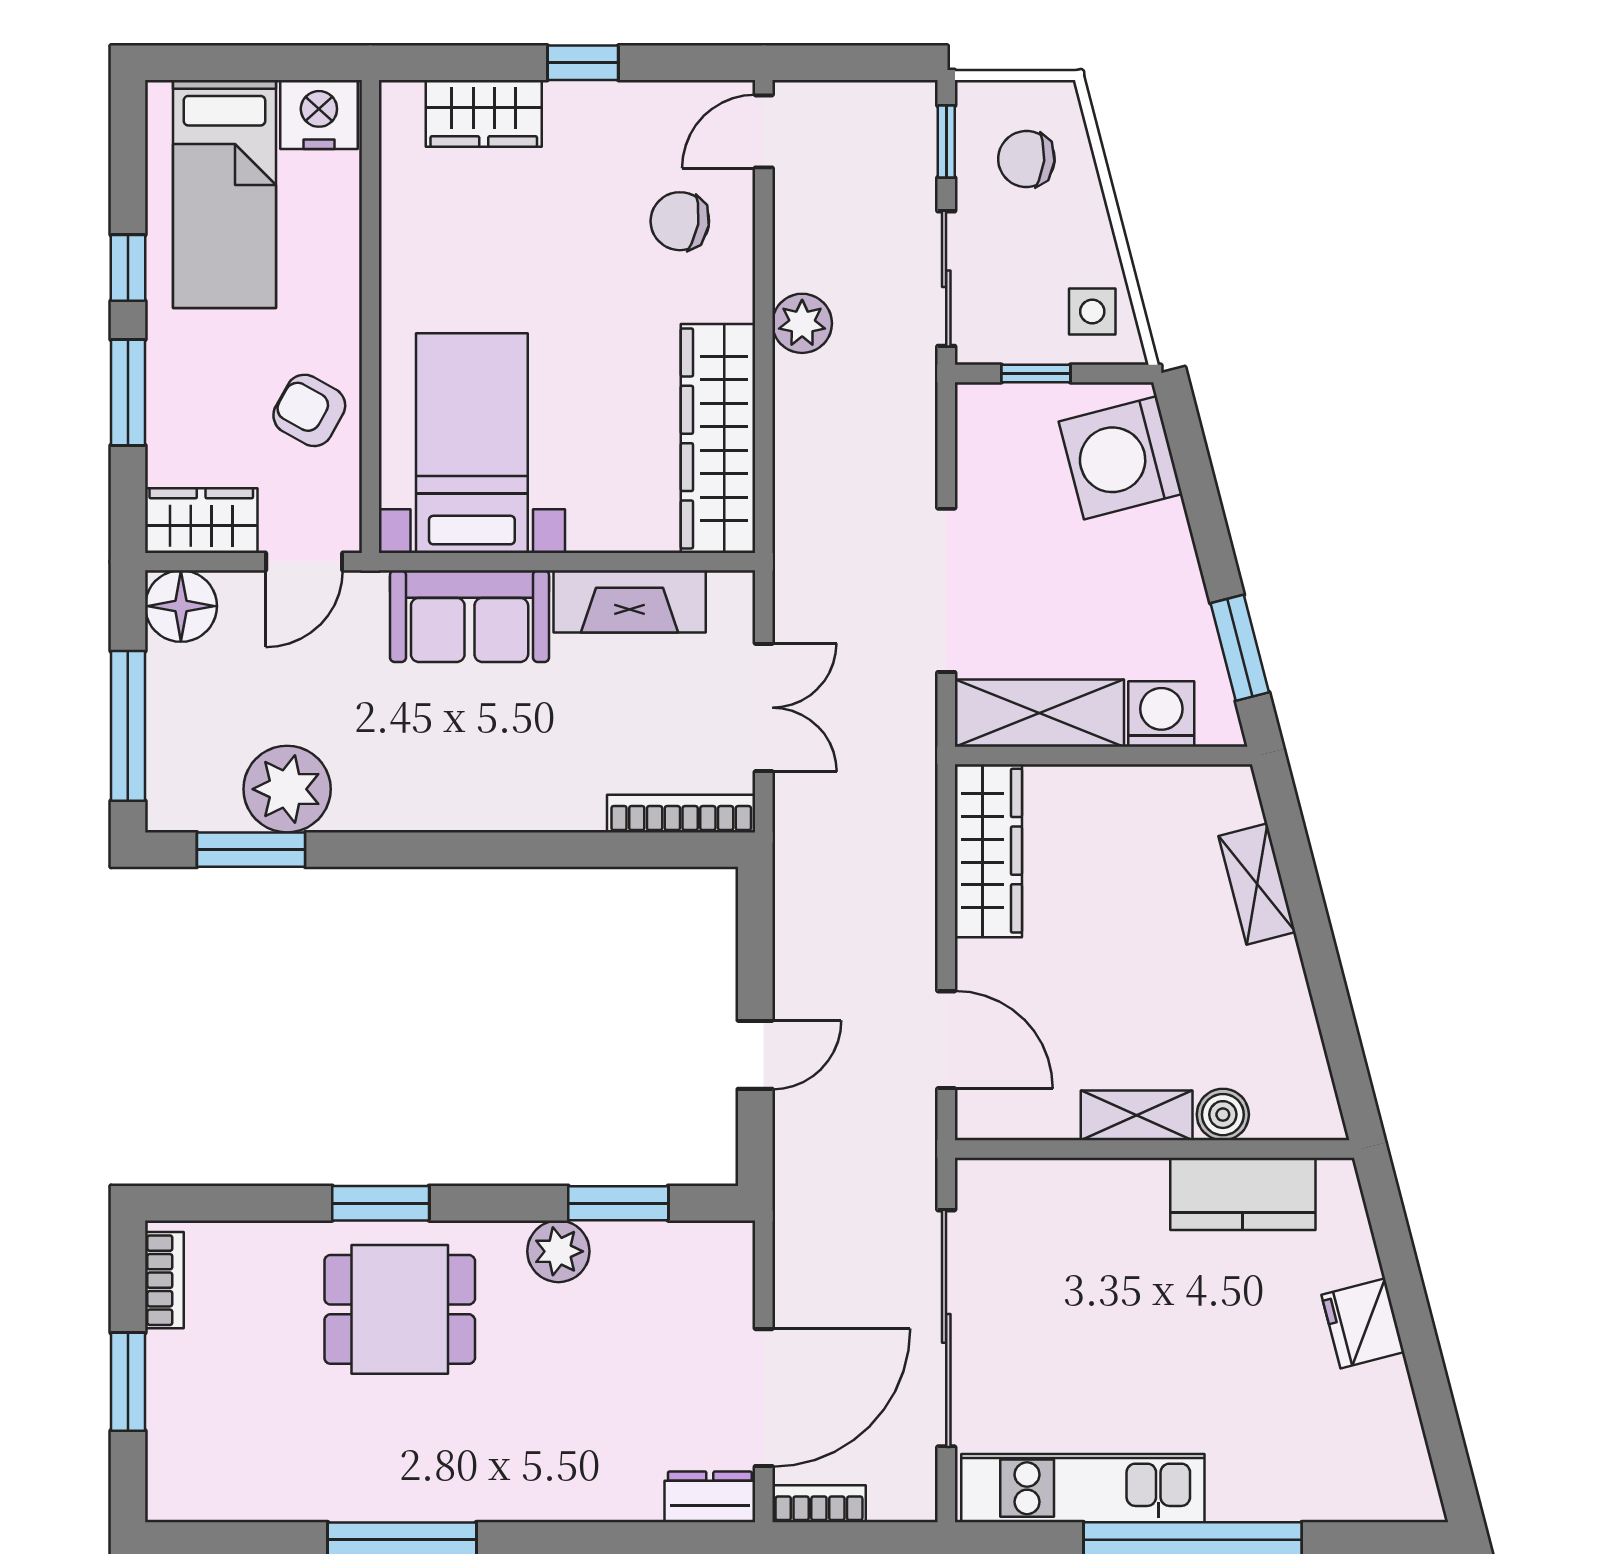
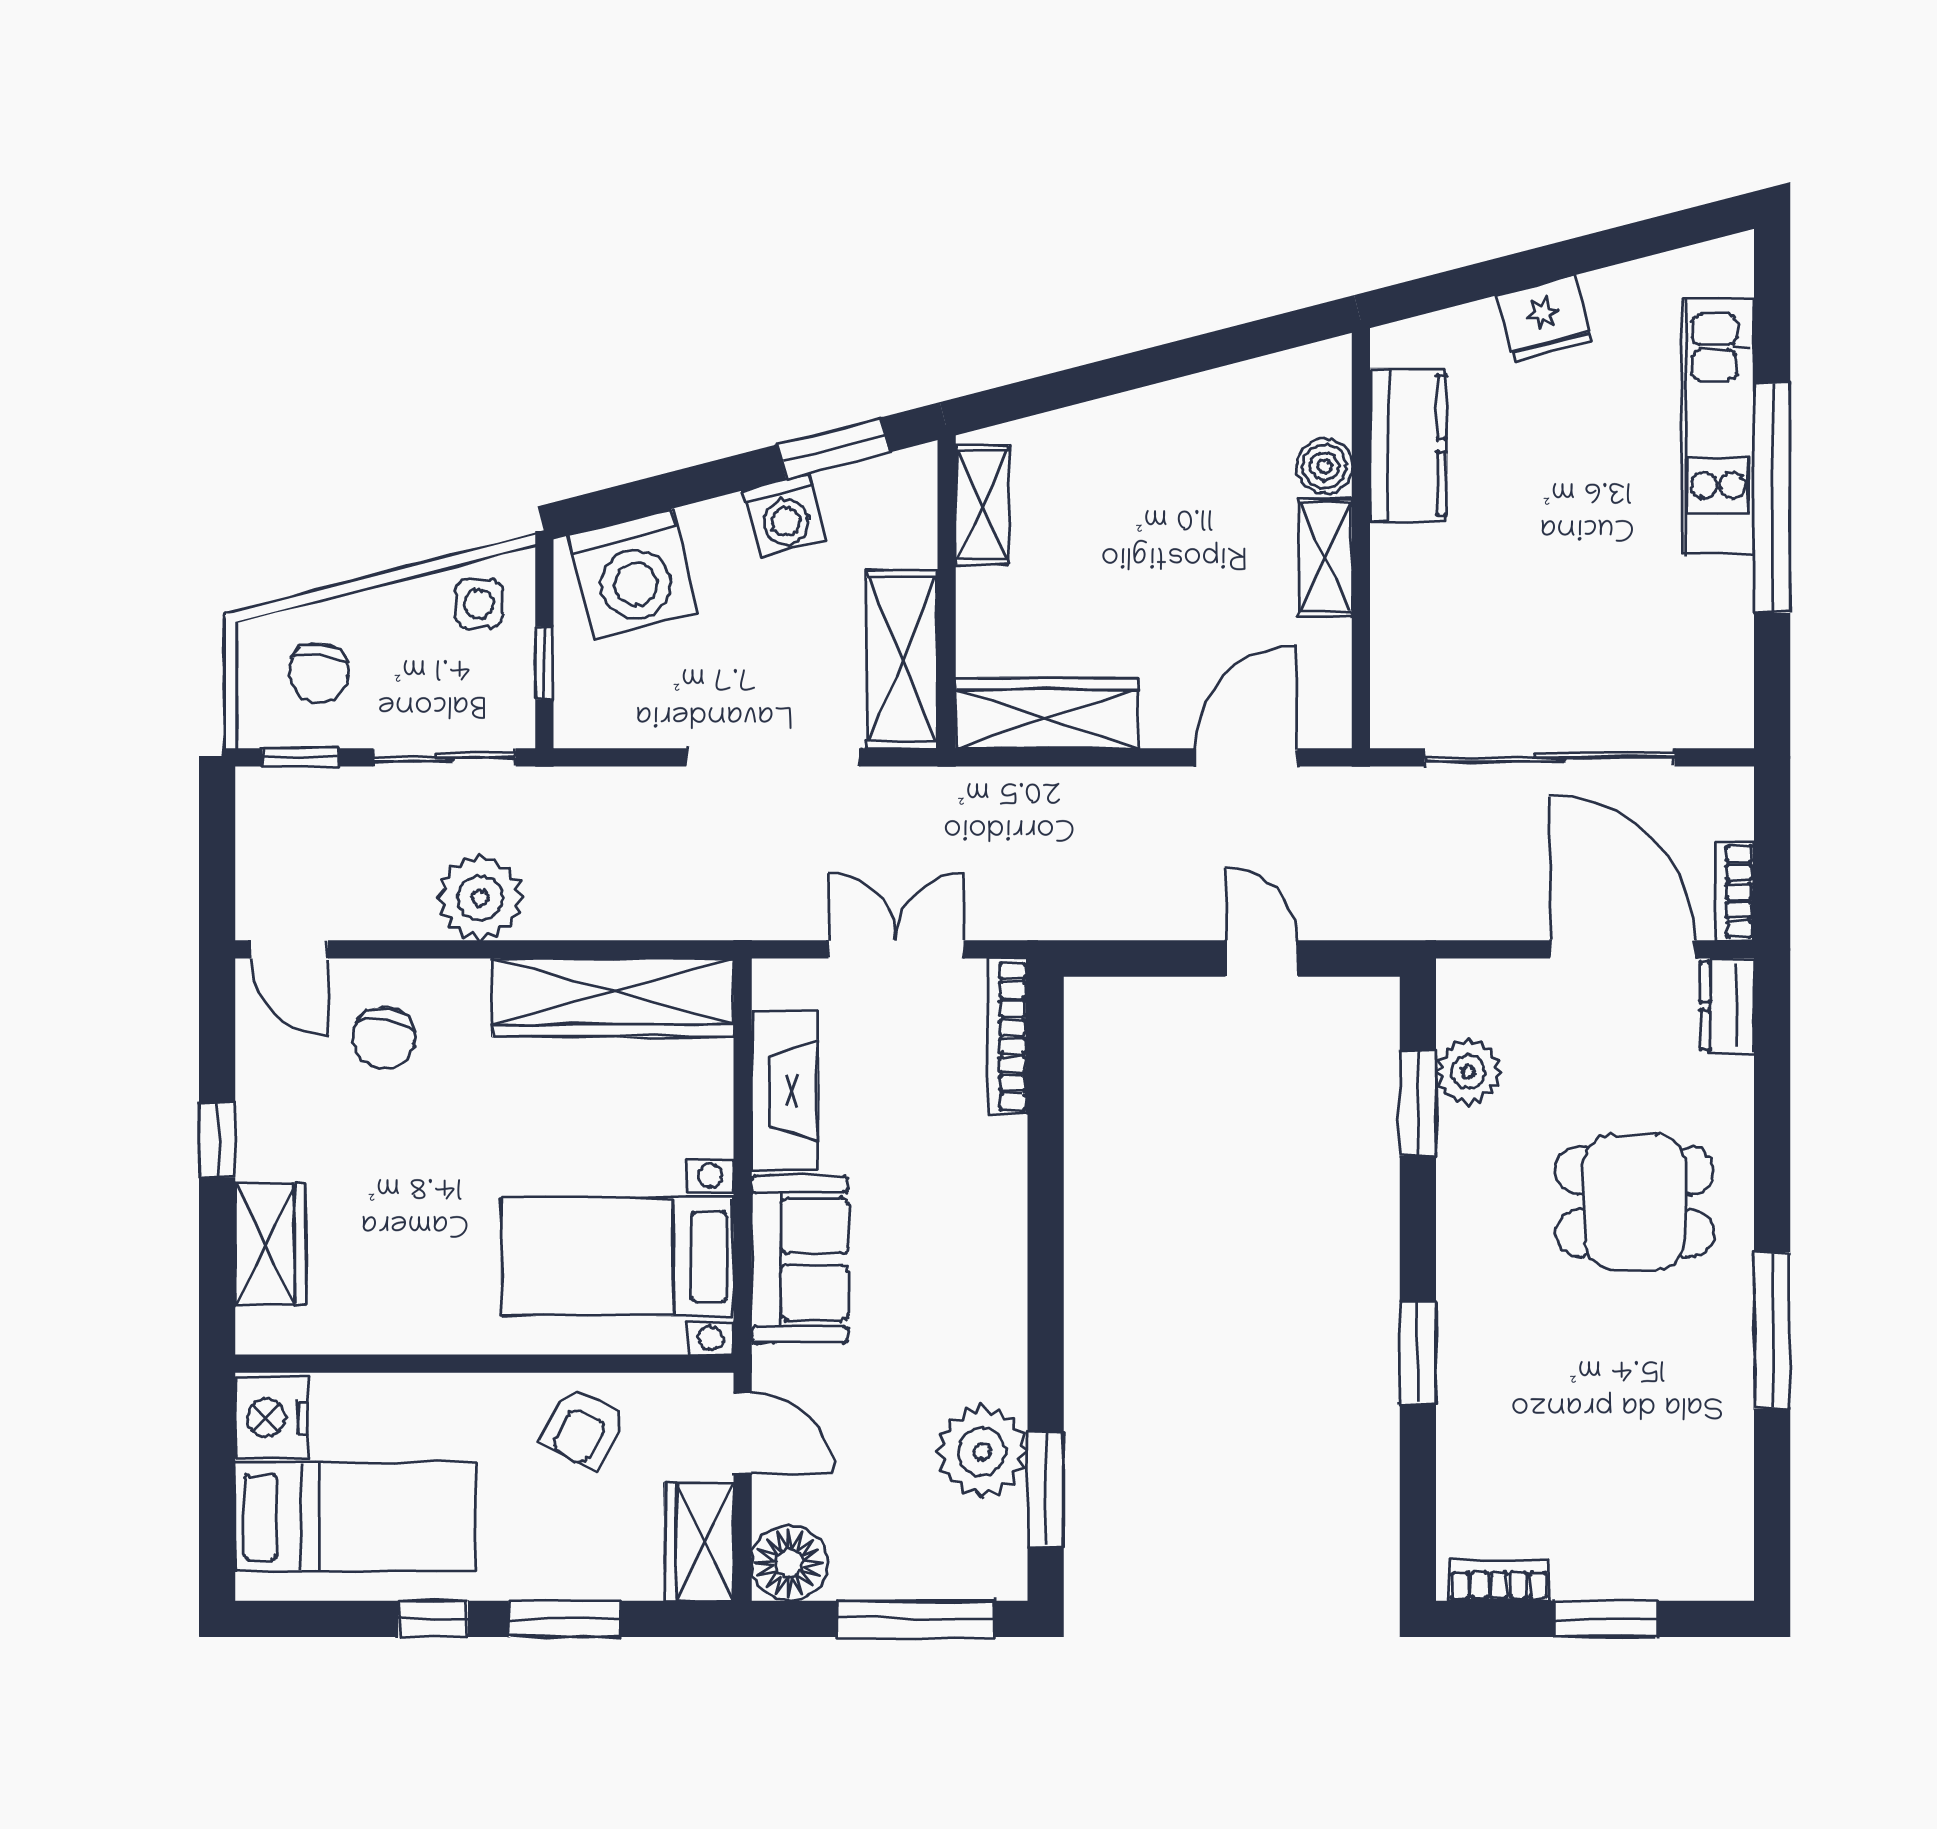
plant: (802, 323) -> (480, 898), width x1.36, depth x1.36
washing machine: (1161, 714) -> (784, 515), moved, turned -105
shelving: (1257, 884) -> (982, 505), moved, turned -75
plant: (558, 1251) -> (1469, 1072), moved
dining table: (400, 1309) -> (1635, 1202), moved, turned 90
kitchen unit: (1083, 1488) -> (1718, 427), moved

